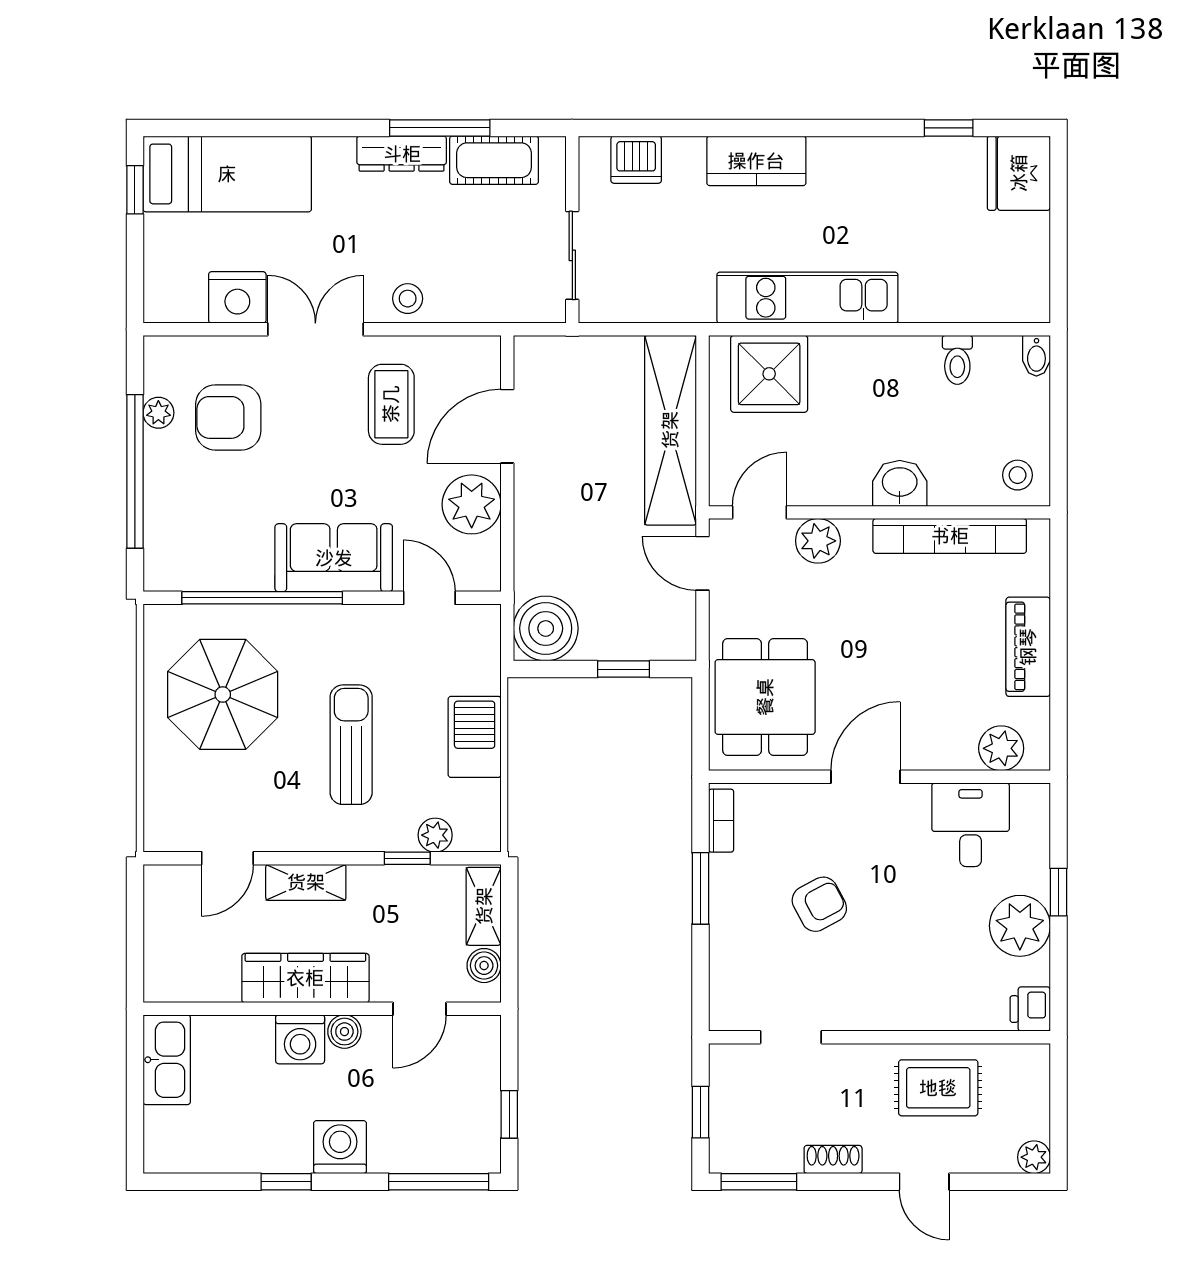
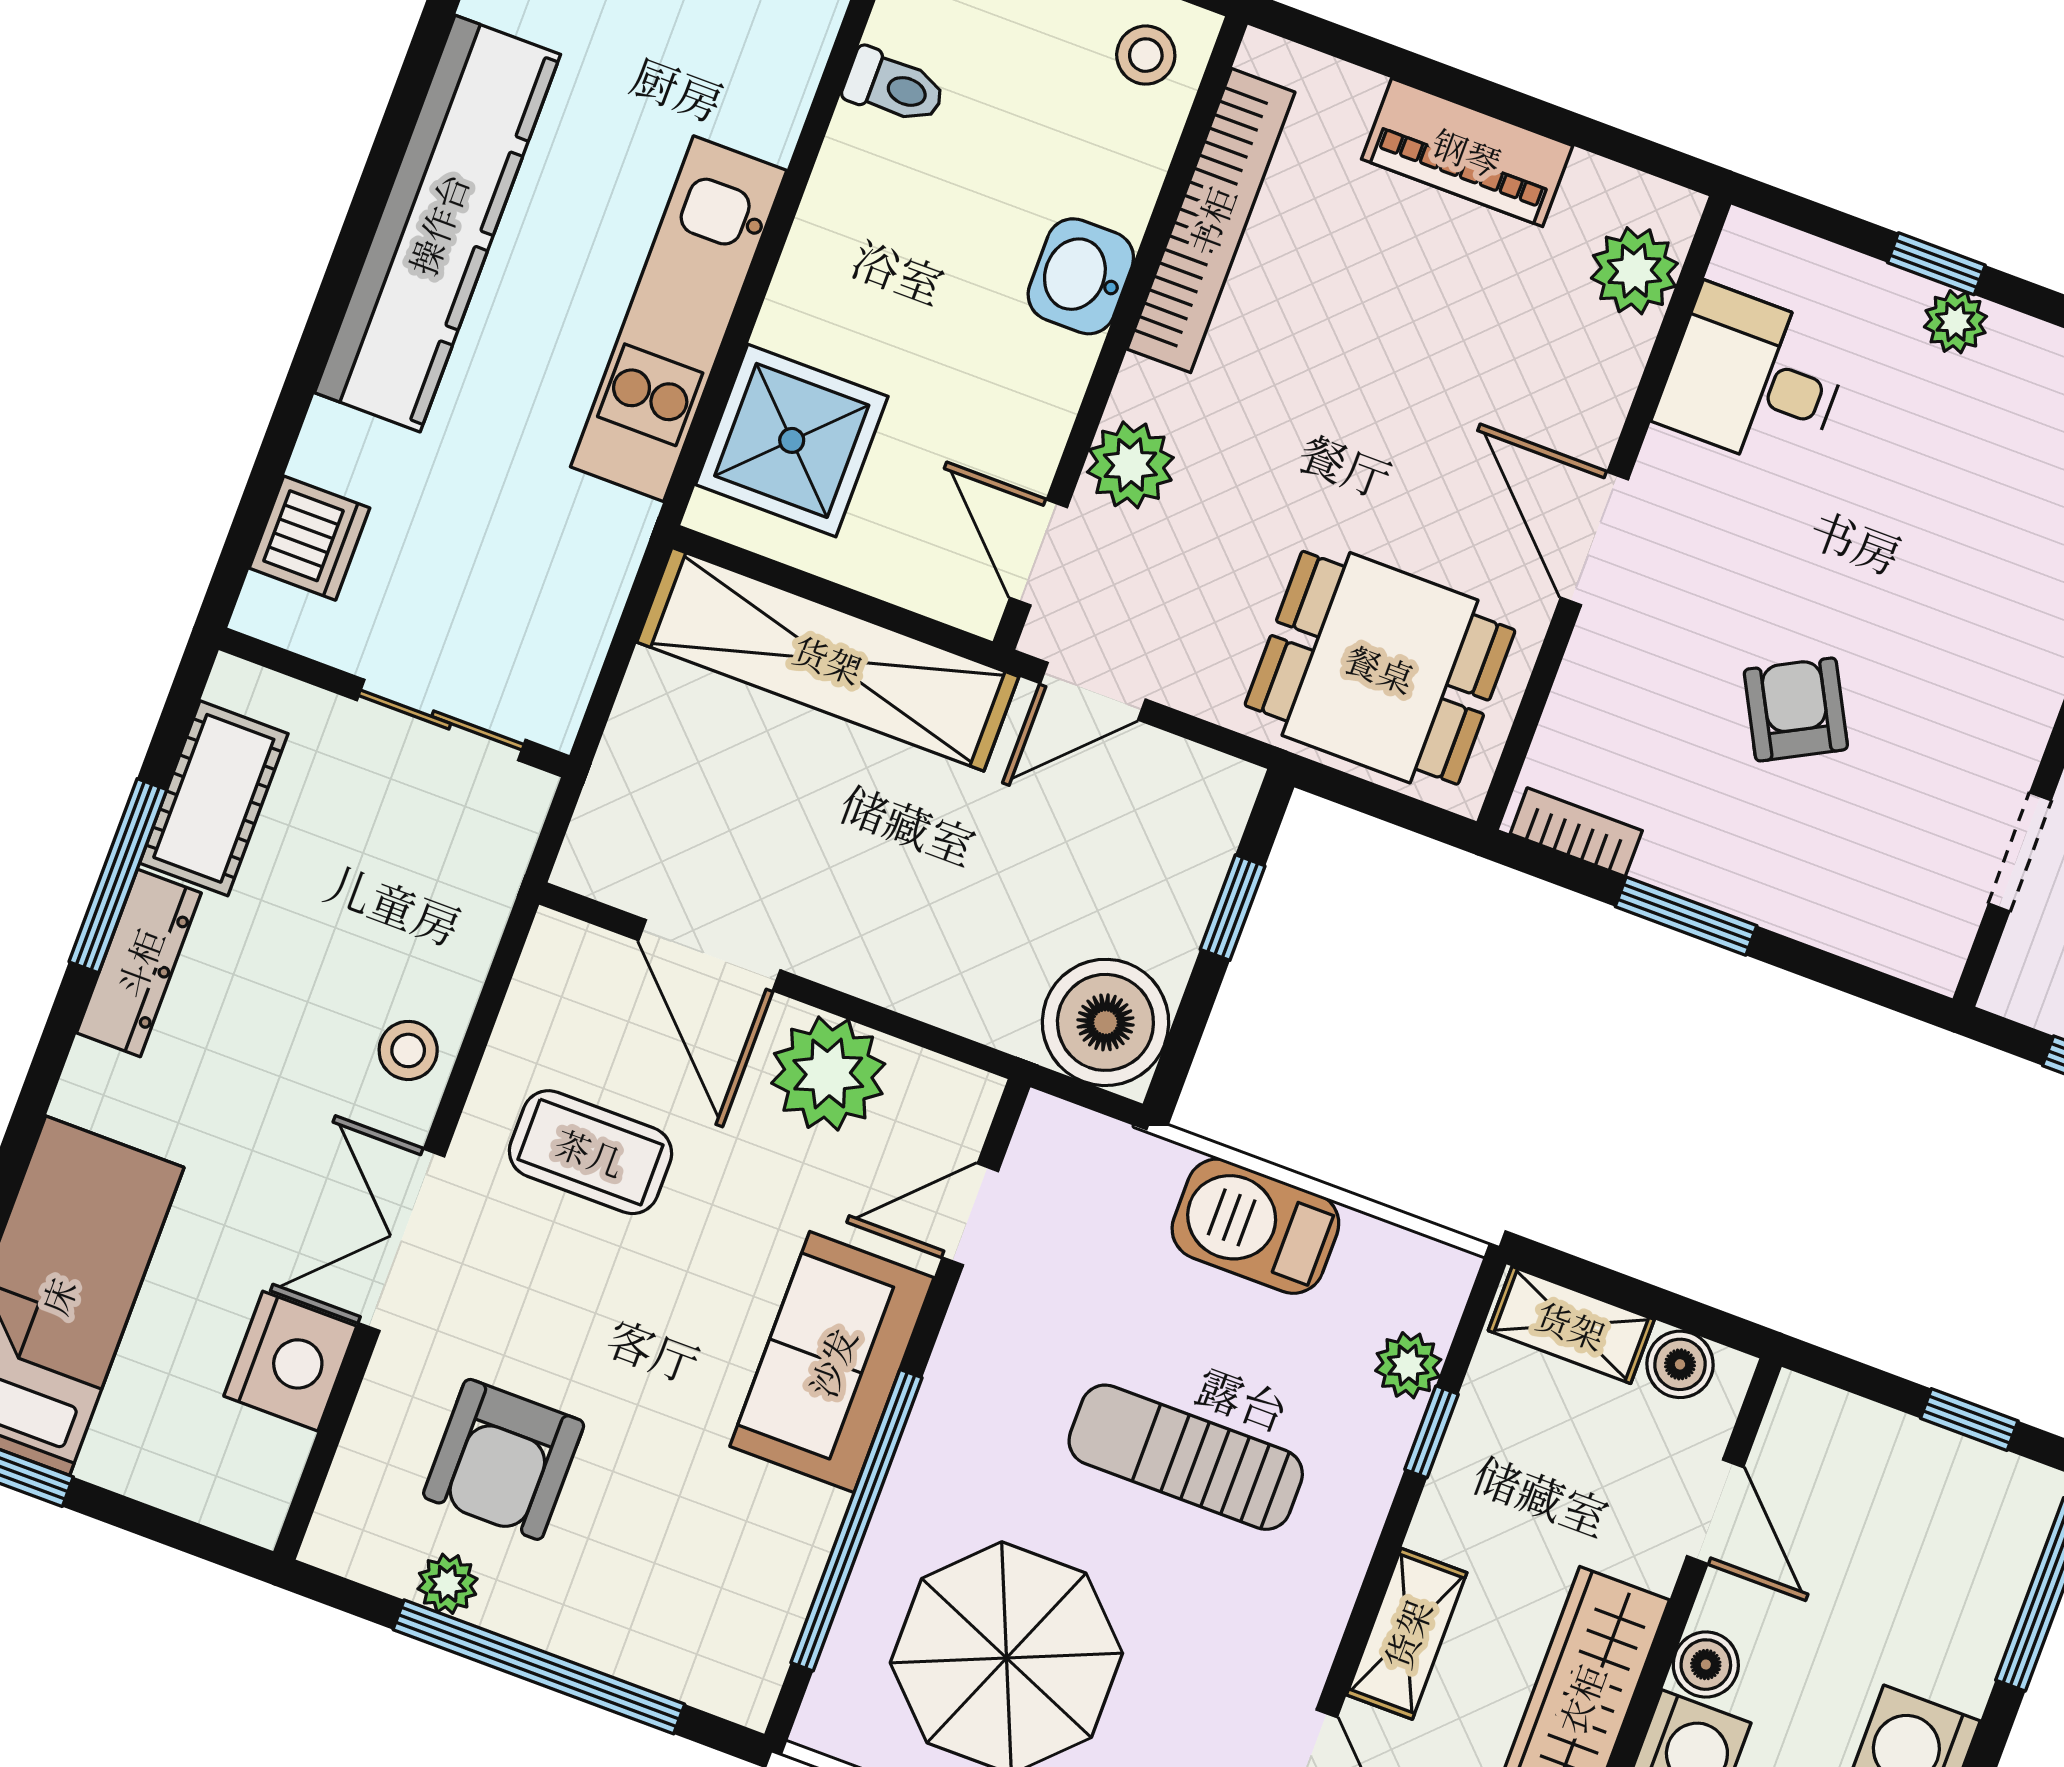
kitchen counter: (756, 161) -> (438, 224), width x2.08, depth x1.17
plant: (1020, 926) -> (1955, 322), width x0.53, depth x0.53

